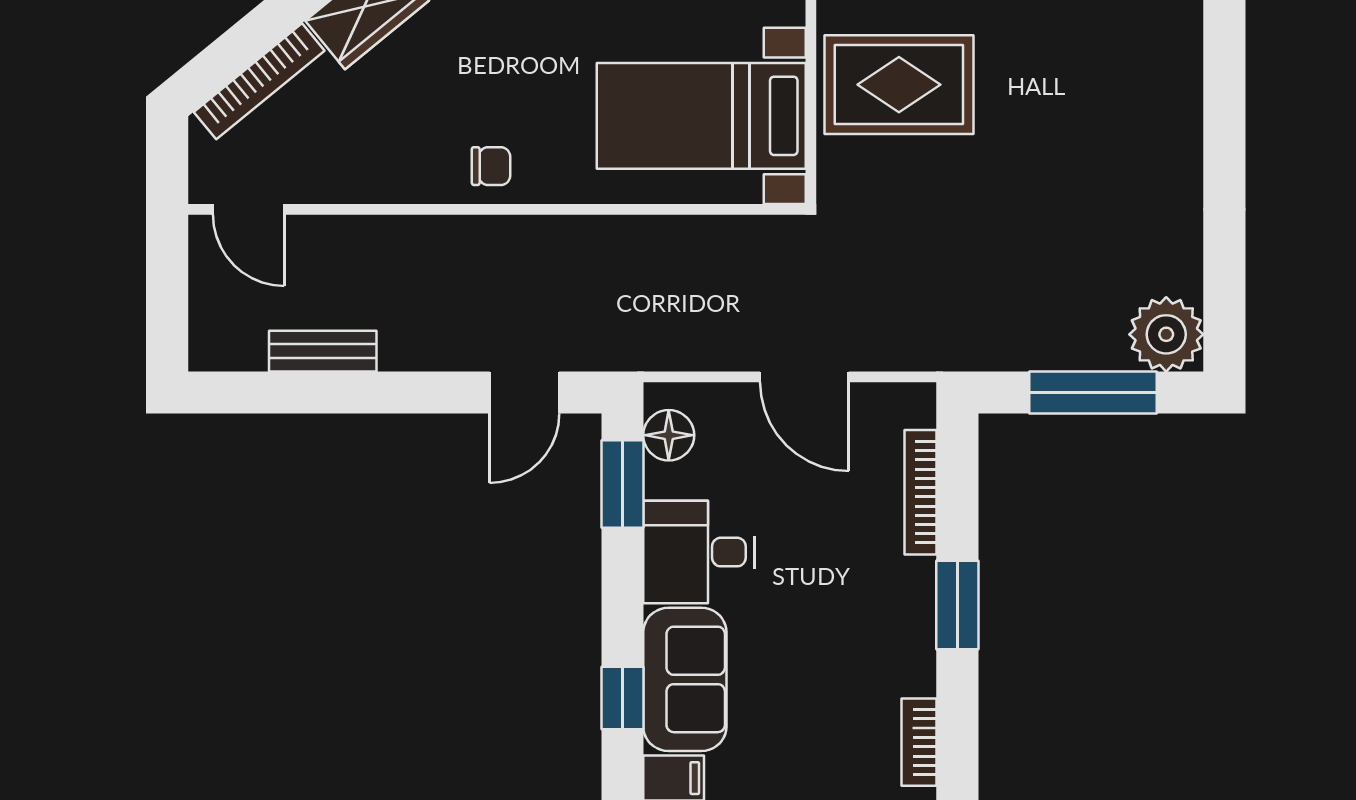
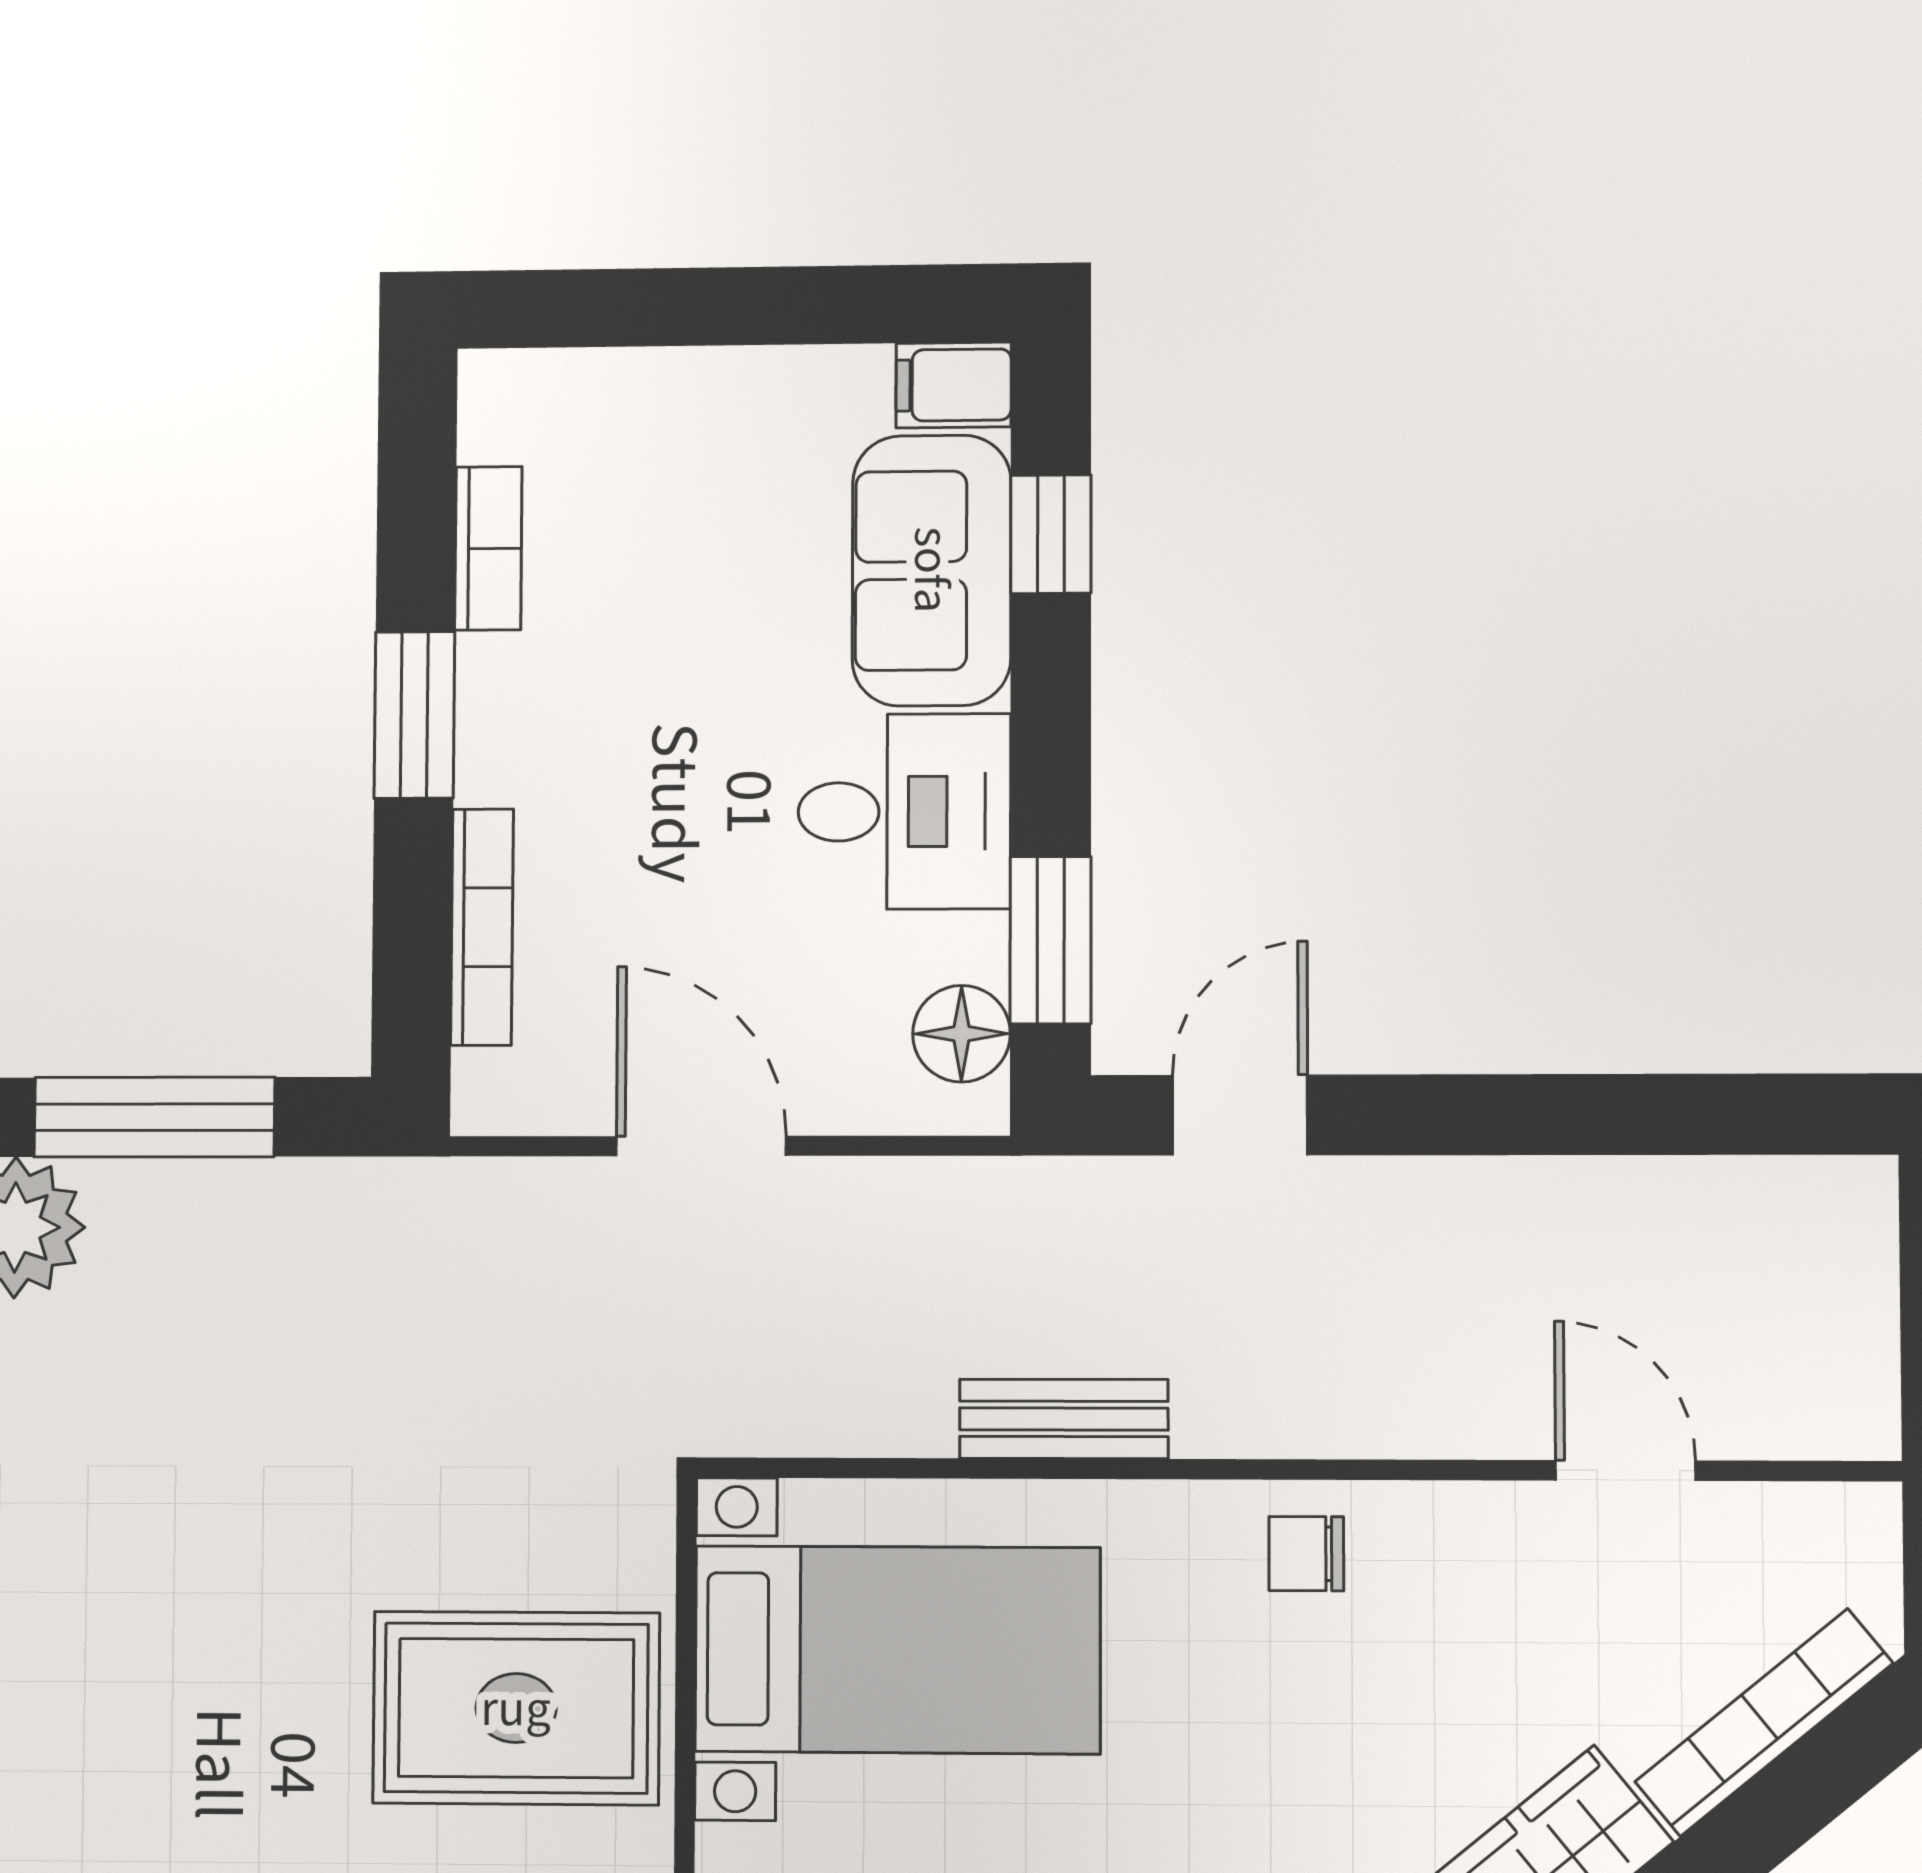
door: (248, 209) -> (1626, 1471), moved
bench: (323, 351) -> (1064, 1419), moved
bookcase: (919, 742) -> (488, 548), moved

